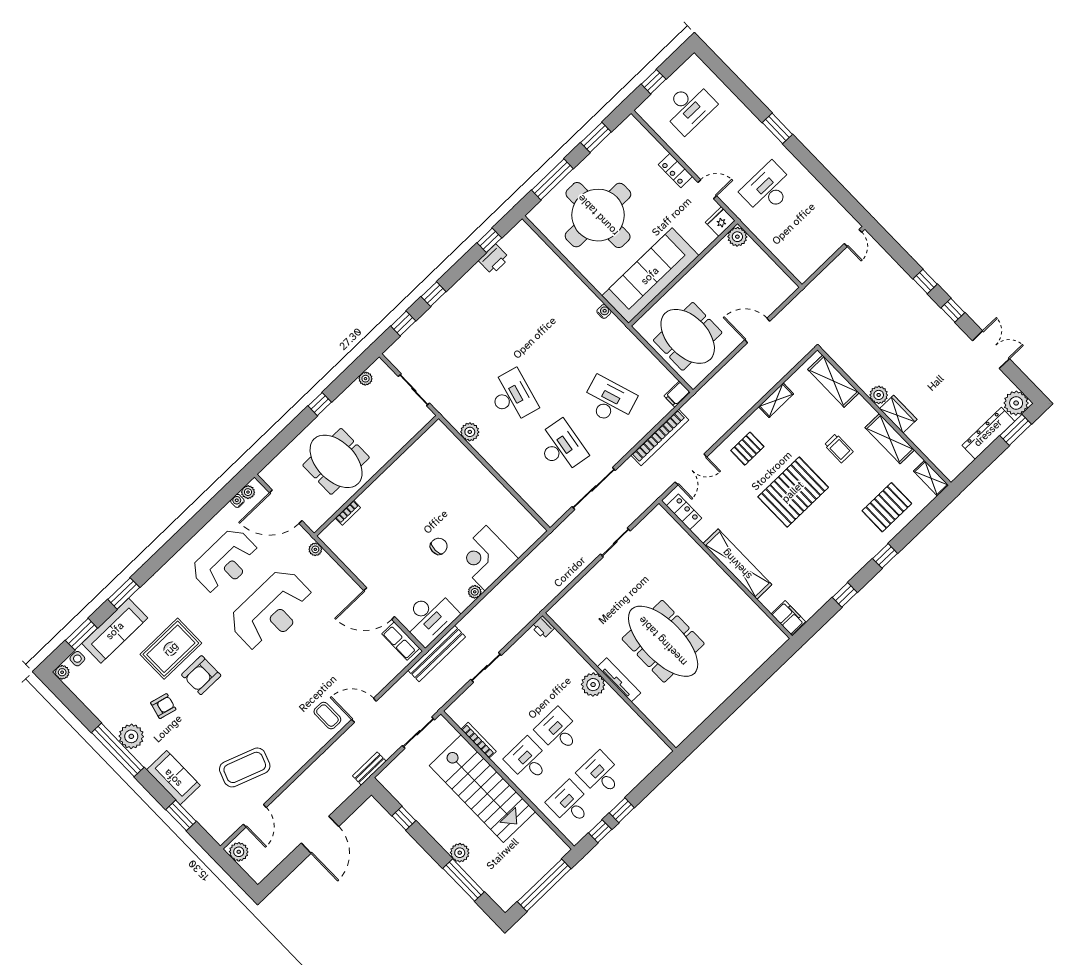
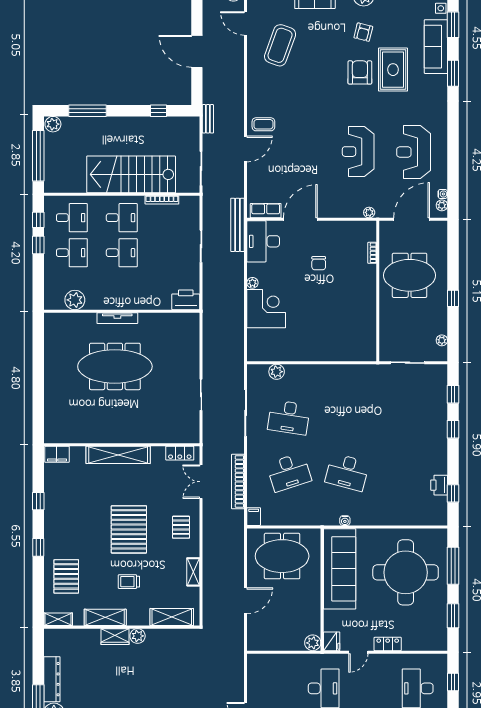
desk: (512, 396) -> (347, 472), moved
plant: (470, 432) -> (277, 372), moved
chair: (439, 546) -> (319, 263), moved
reception desk: (272, 610) -> (358, 152), width x0.74, depth x0.77
printer: (543, 627) -> (186, 300), width x1.87, depth x1.48
plant: (593, 685) -> (75, 300), moved
plant: (460, 853) -> (53, 124), moved

